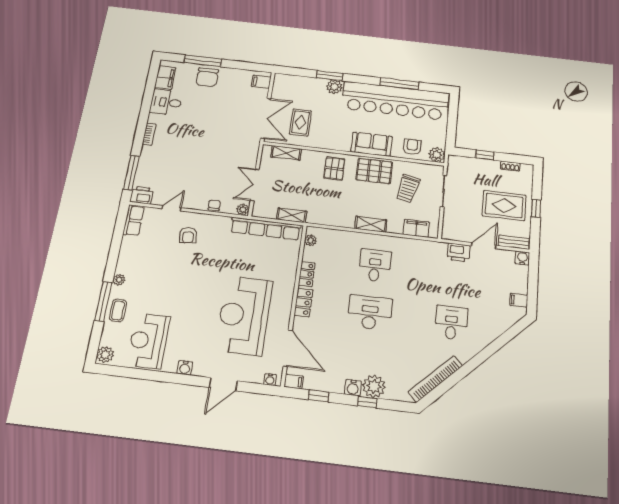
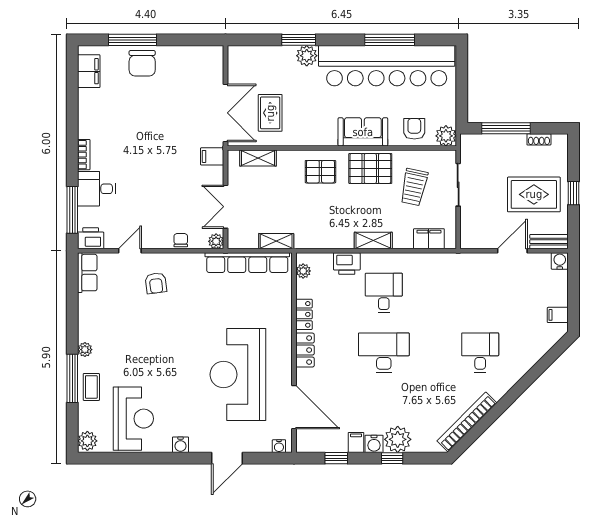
filing cabinet: (261, 82) -> (212, 156), moved
desk: (166, 102) -> (96, 189), moved
window: (485, 155) -> (506, 128), width x2.17
pallet: (334, 169) -> (320, 172), turned 90
printer: (459, 252) -> (347, 264), moved
reception desk: (148, 341) -> (133, 419), turned 180
filing cabinet: (294, 381) -> (356, 443), moved, turned -90

